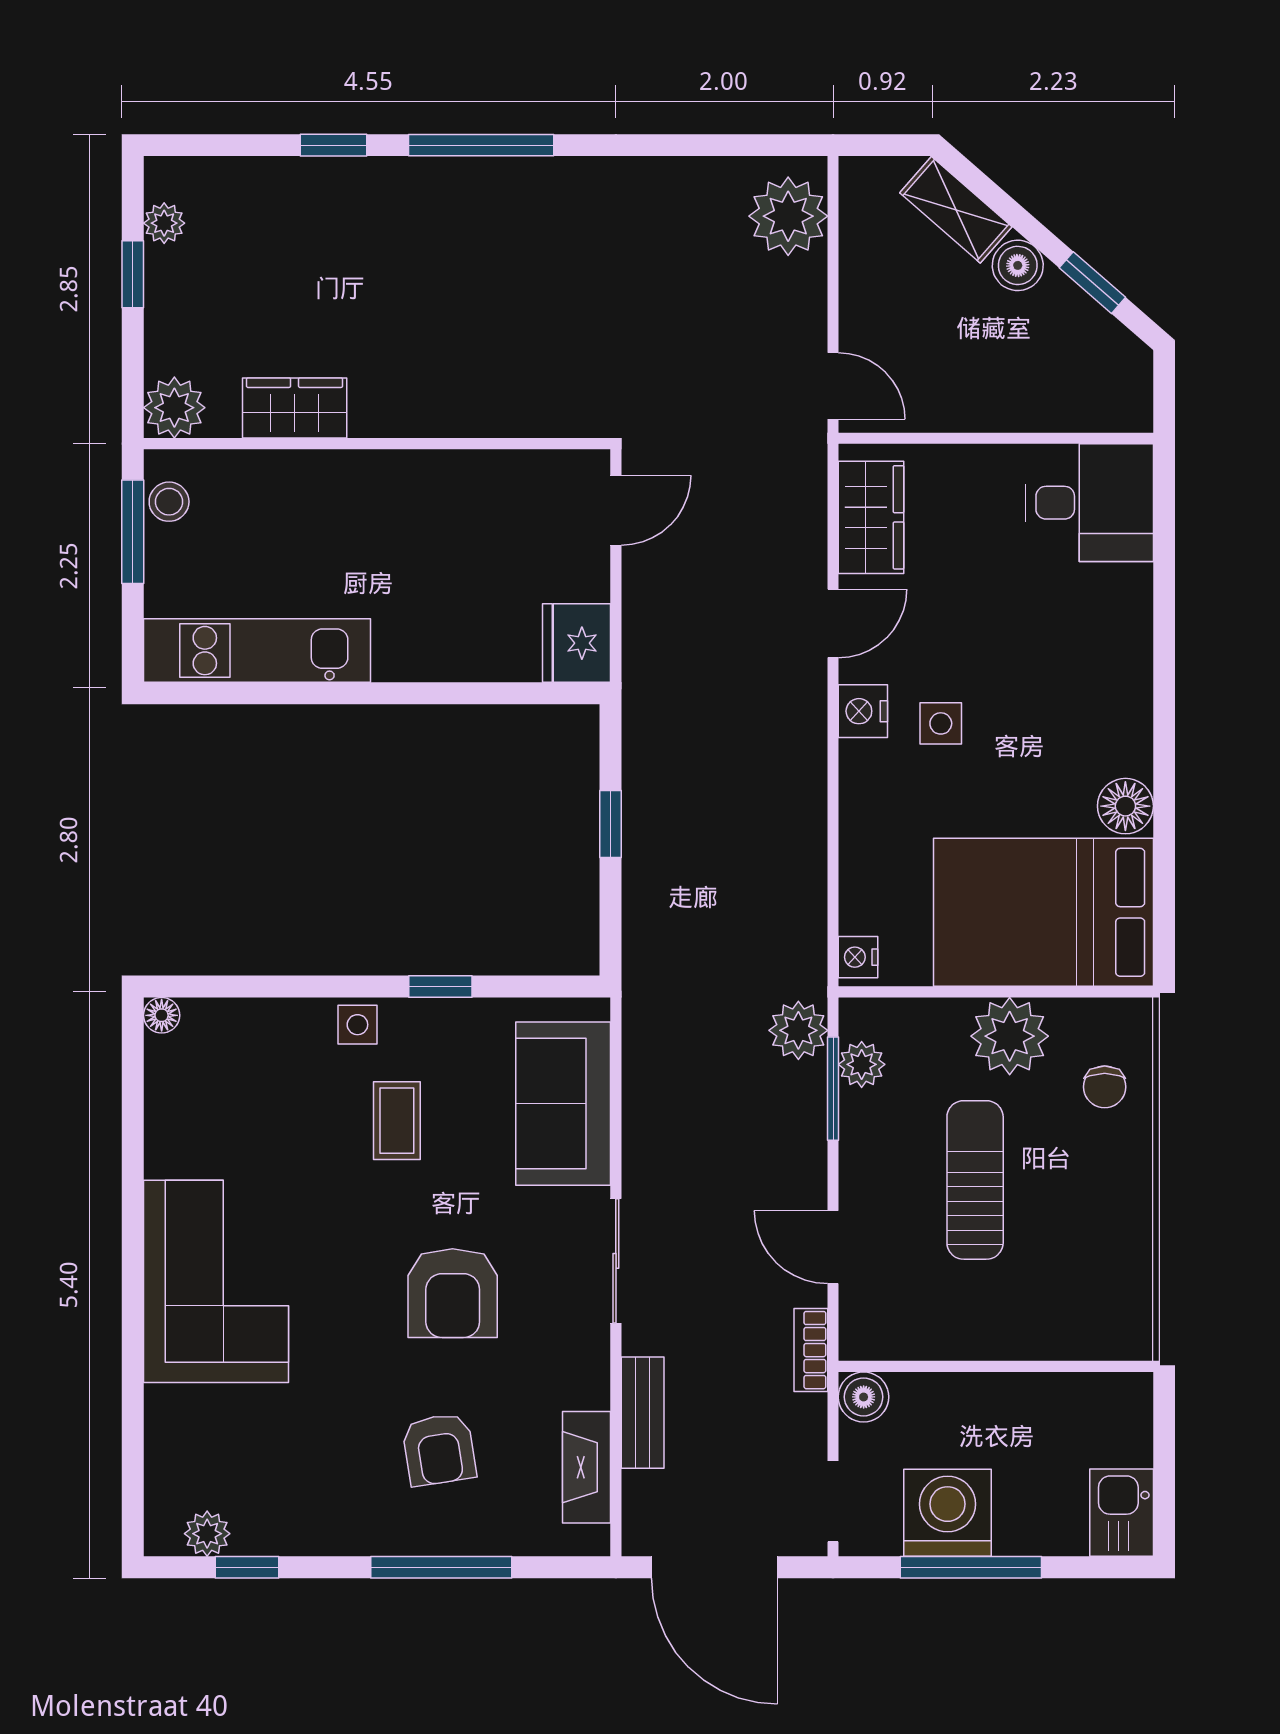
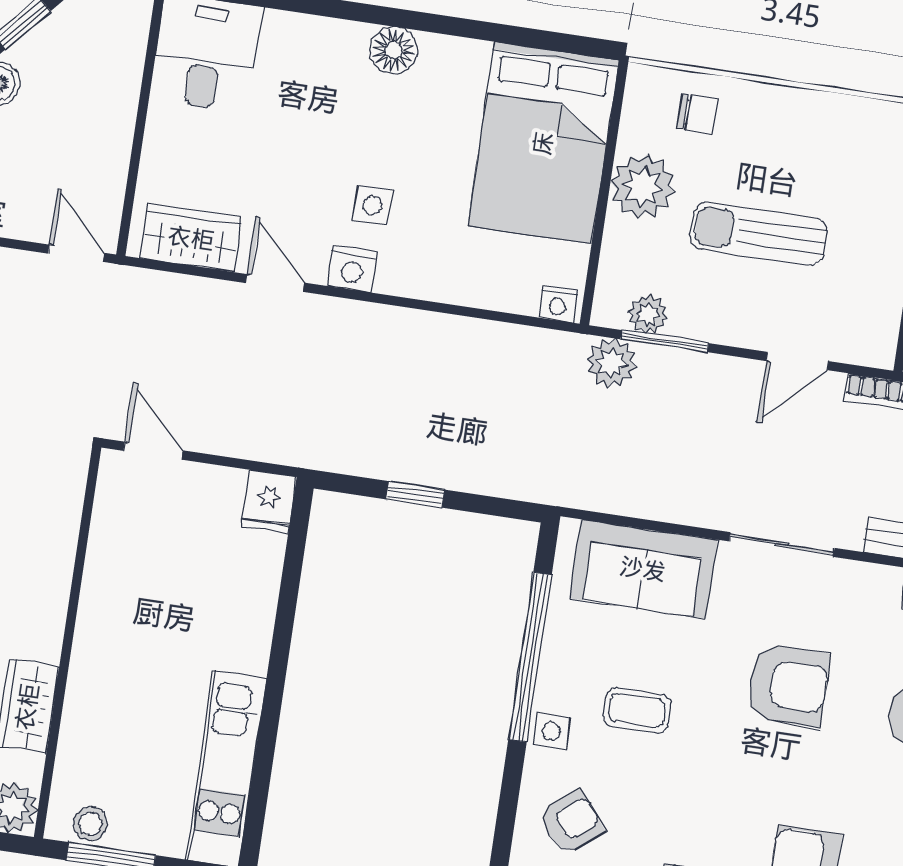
door: (833, 386) -> (76, 253), hinge flipped
fridge: (577, 643) -> (269, 502), width x0.72
floor lamp: (1125, 806) -> (394, 50), moved
window: (440, 986) -> (530, 657), width x3.17
armchair: (255, 1063) -> (571, 822), added

